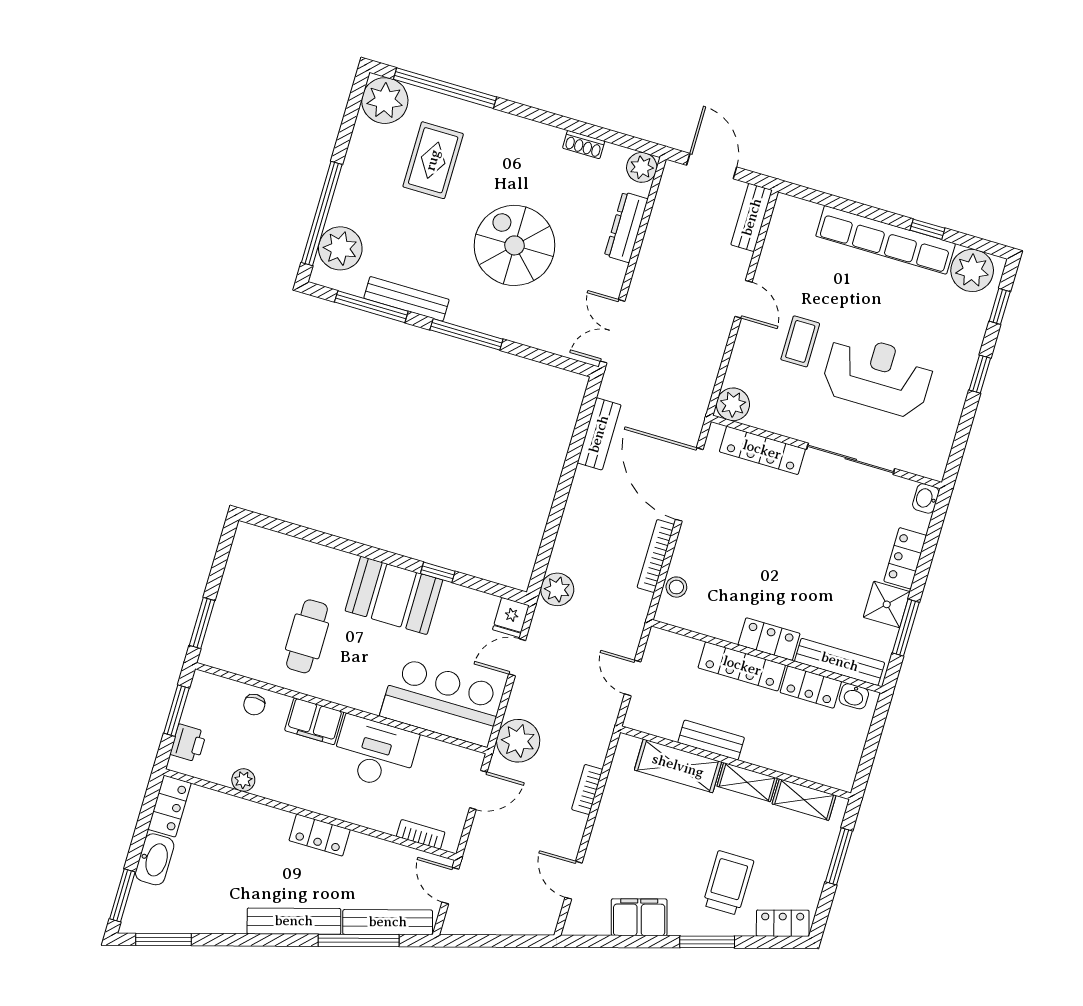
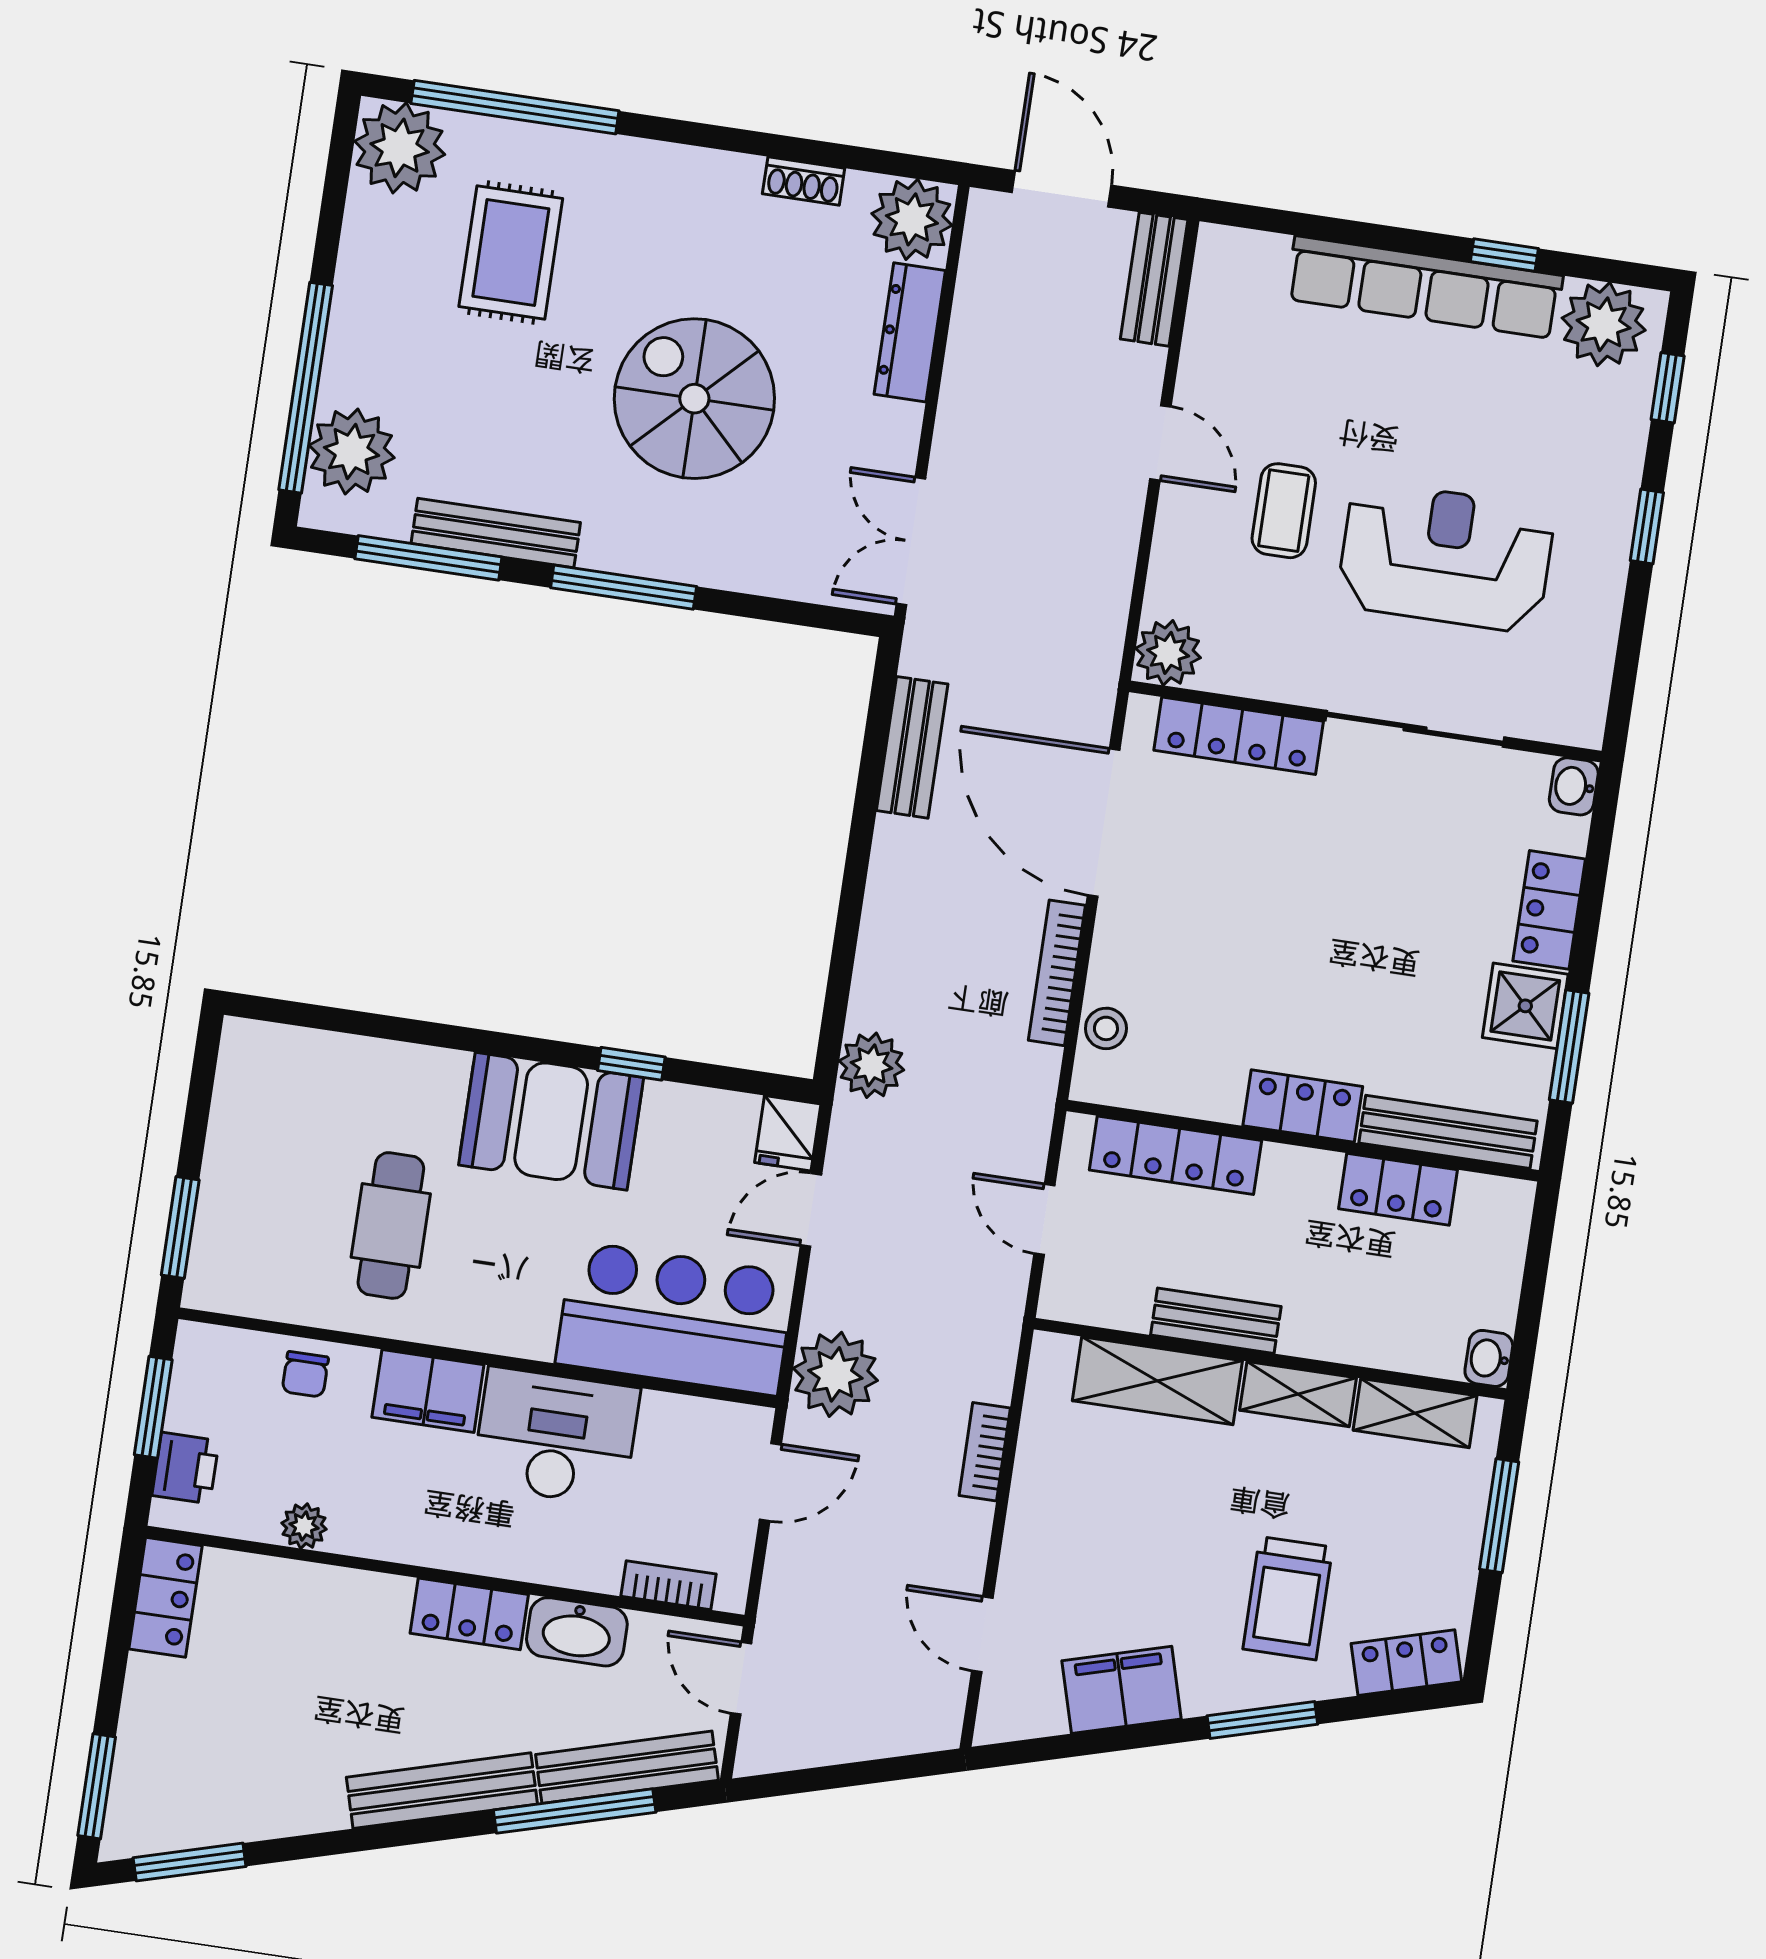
plant: (642, 167) -> (912, 219), width x1.36, depth x1.36
locker: (742, 666) -> (1175, 1155), moved
washbasin: (854, 696) -> (1489, 1358), moved, turned 90
washbasin: (155, 859) -> (577, 1632), moved, turned 90
trolley: (728, 883) -> (1288, 1598), turned 180

